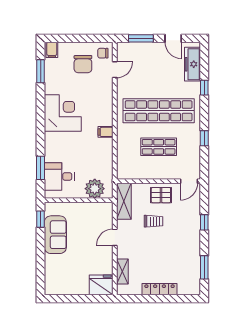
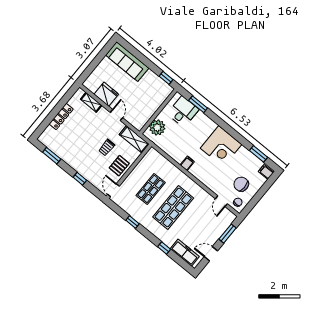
shop shelf: (159, 111) -> (173, 207), width x0.71
sofa: (55, 235) -> (127, 62), moved, width x1.36
fridge: (101, 285) -> (106, 94), moved, turned -90

